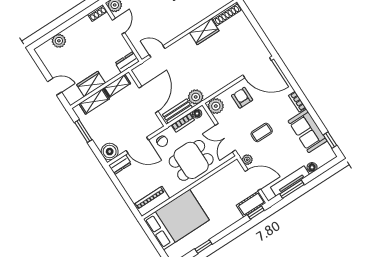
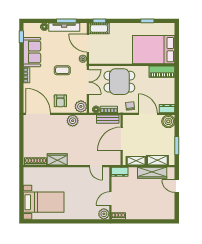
plant: (59, 41) -> (155, 214), removed
wardrobe: (91, 84) -> (152, 173), width x1.50
plant: (196, 97) -> (73, 121), moved

